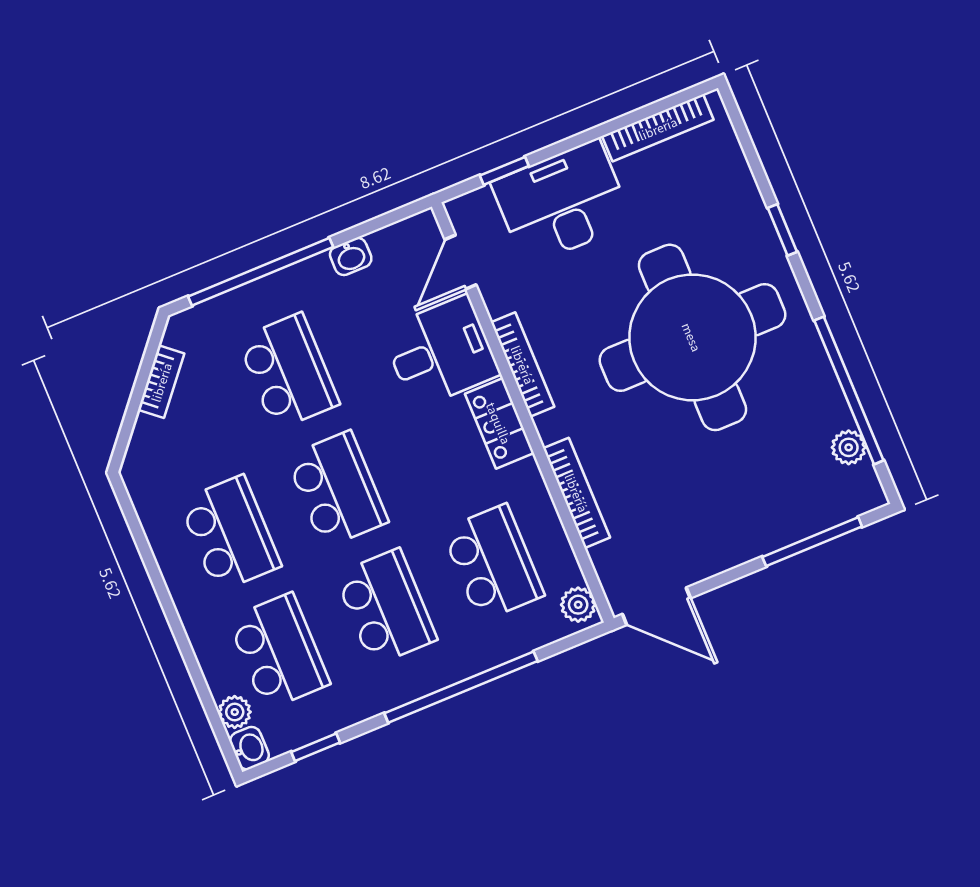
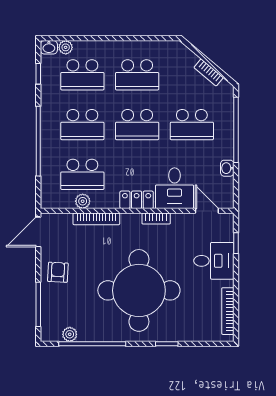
desk: (562, 203) -> (214, 261), width x0.73
bookcase: (523, 365) -> (156, 219), width x0.64
armchair: (726, 528) -> (58, 272), added
plant: (578, 605) -> (83, 201), moved

